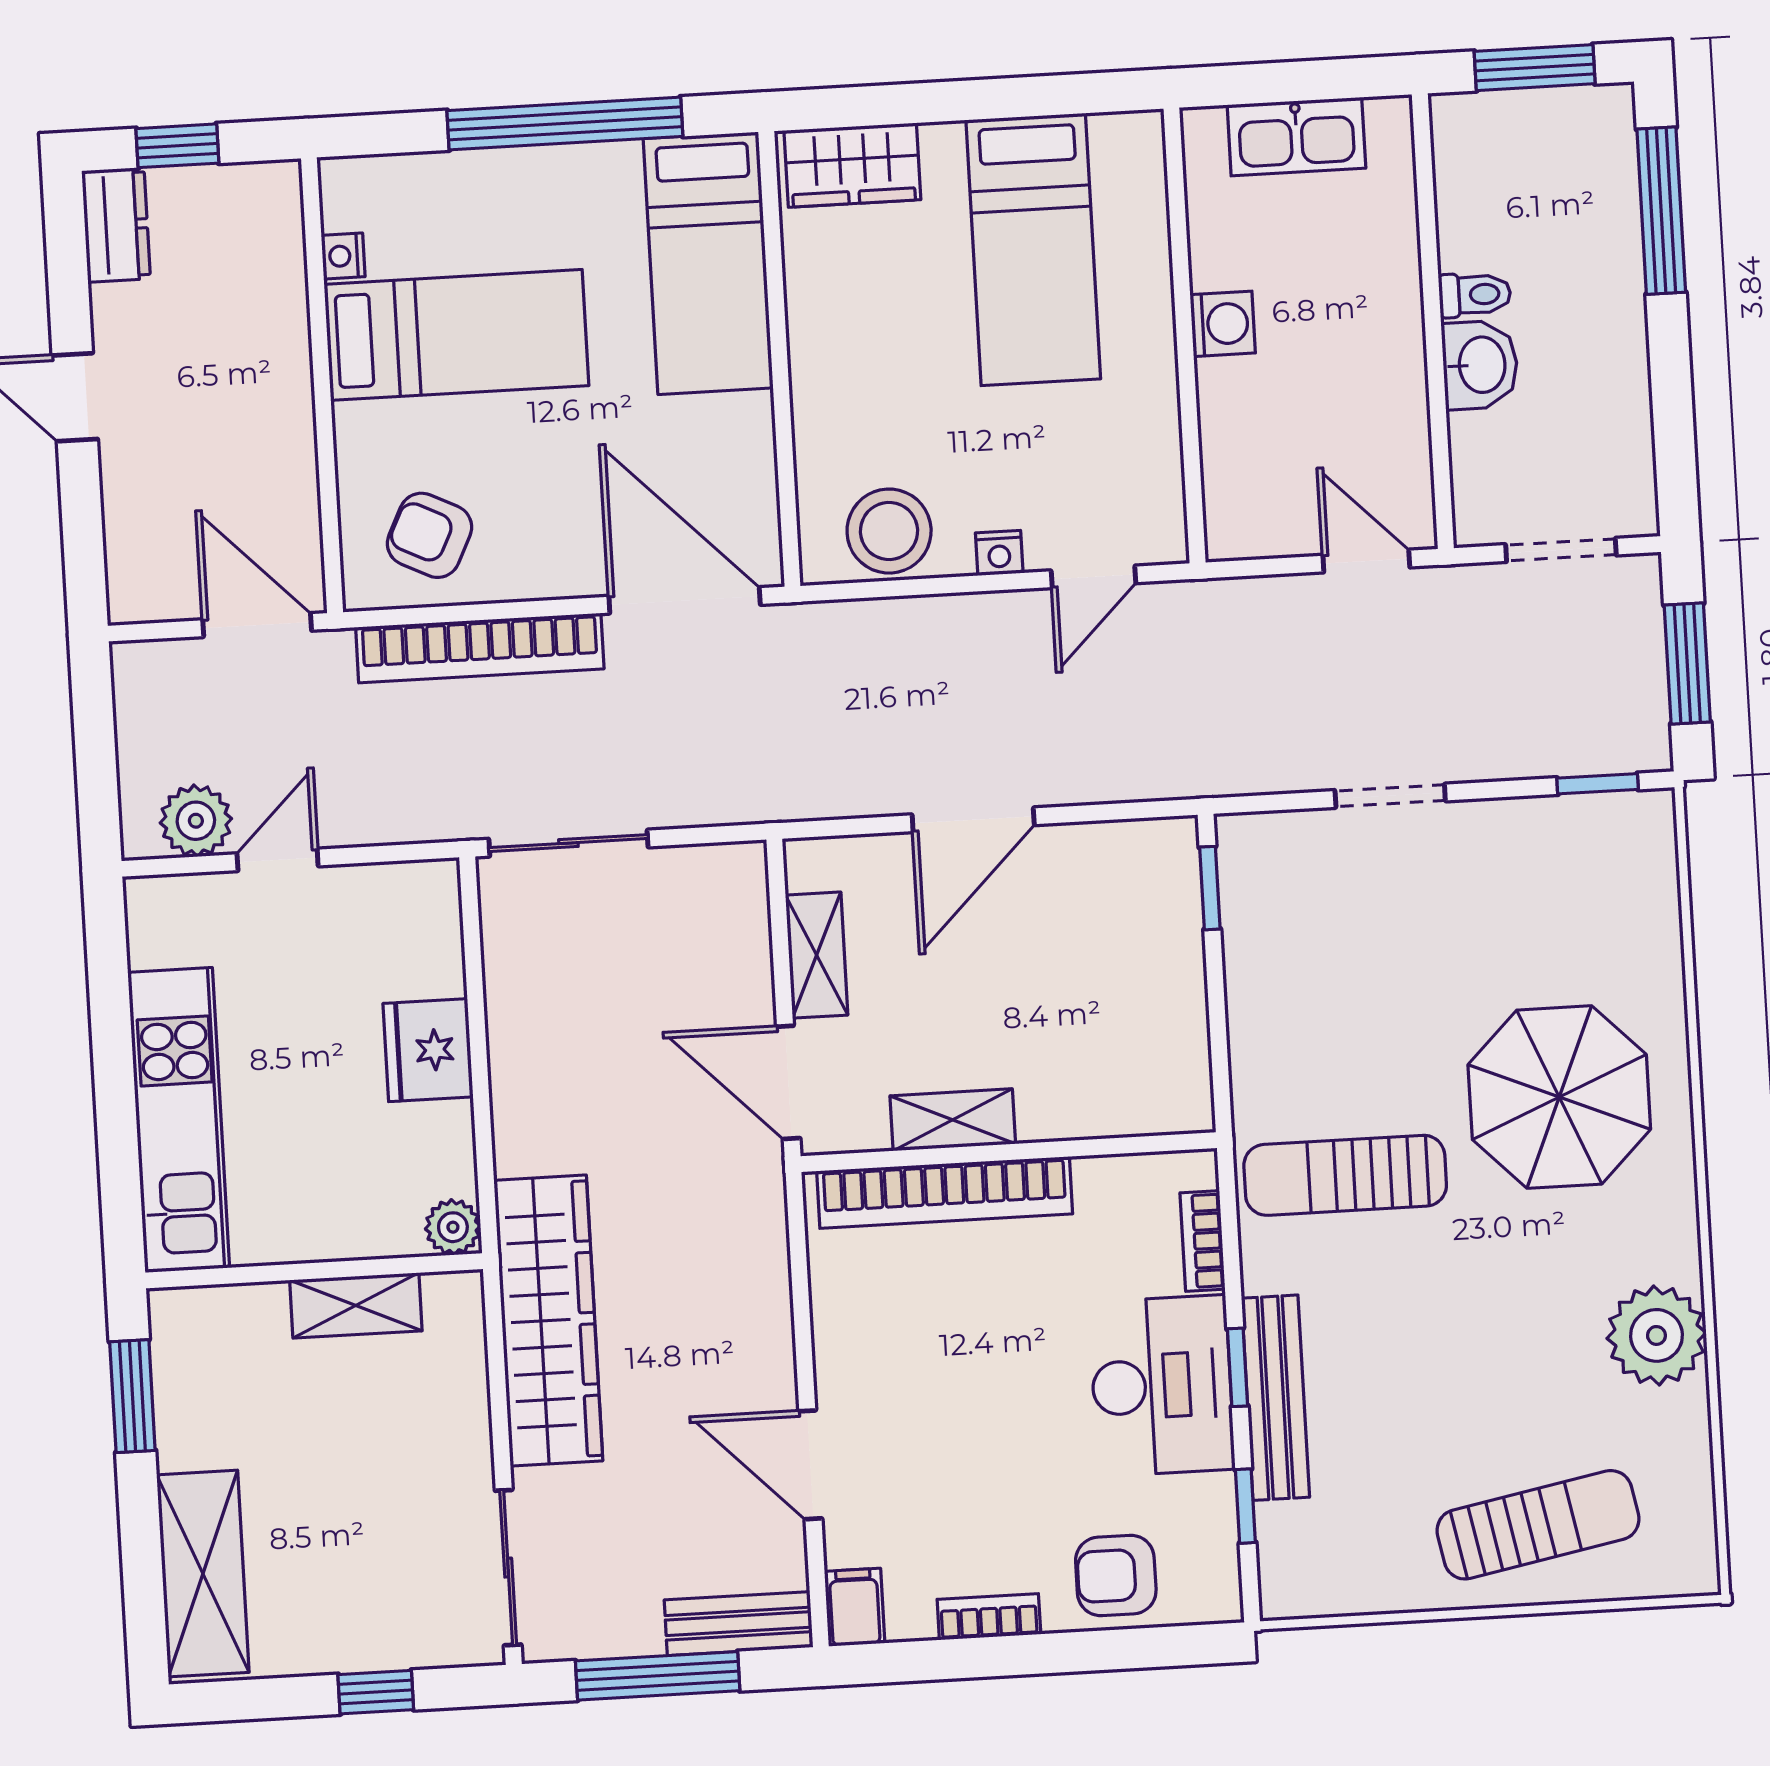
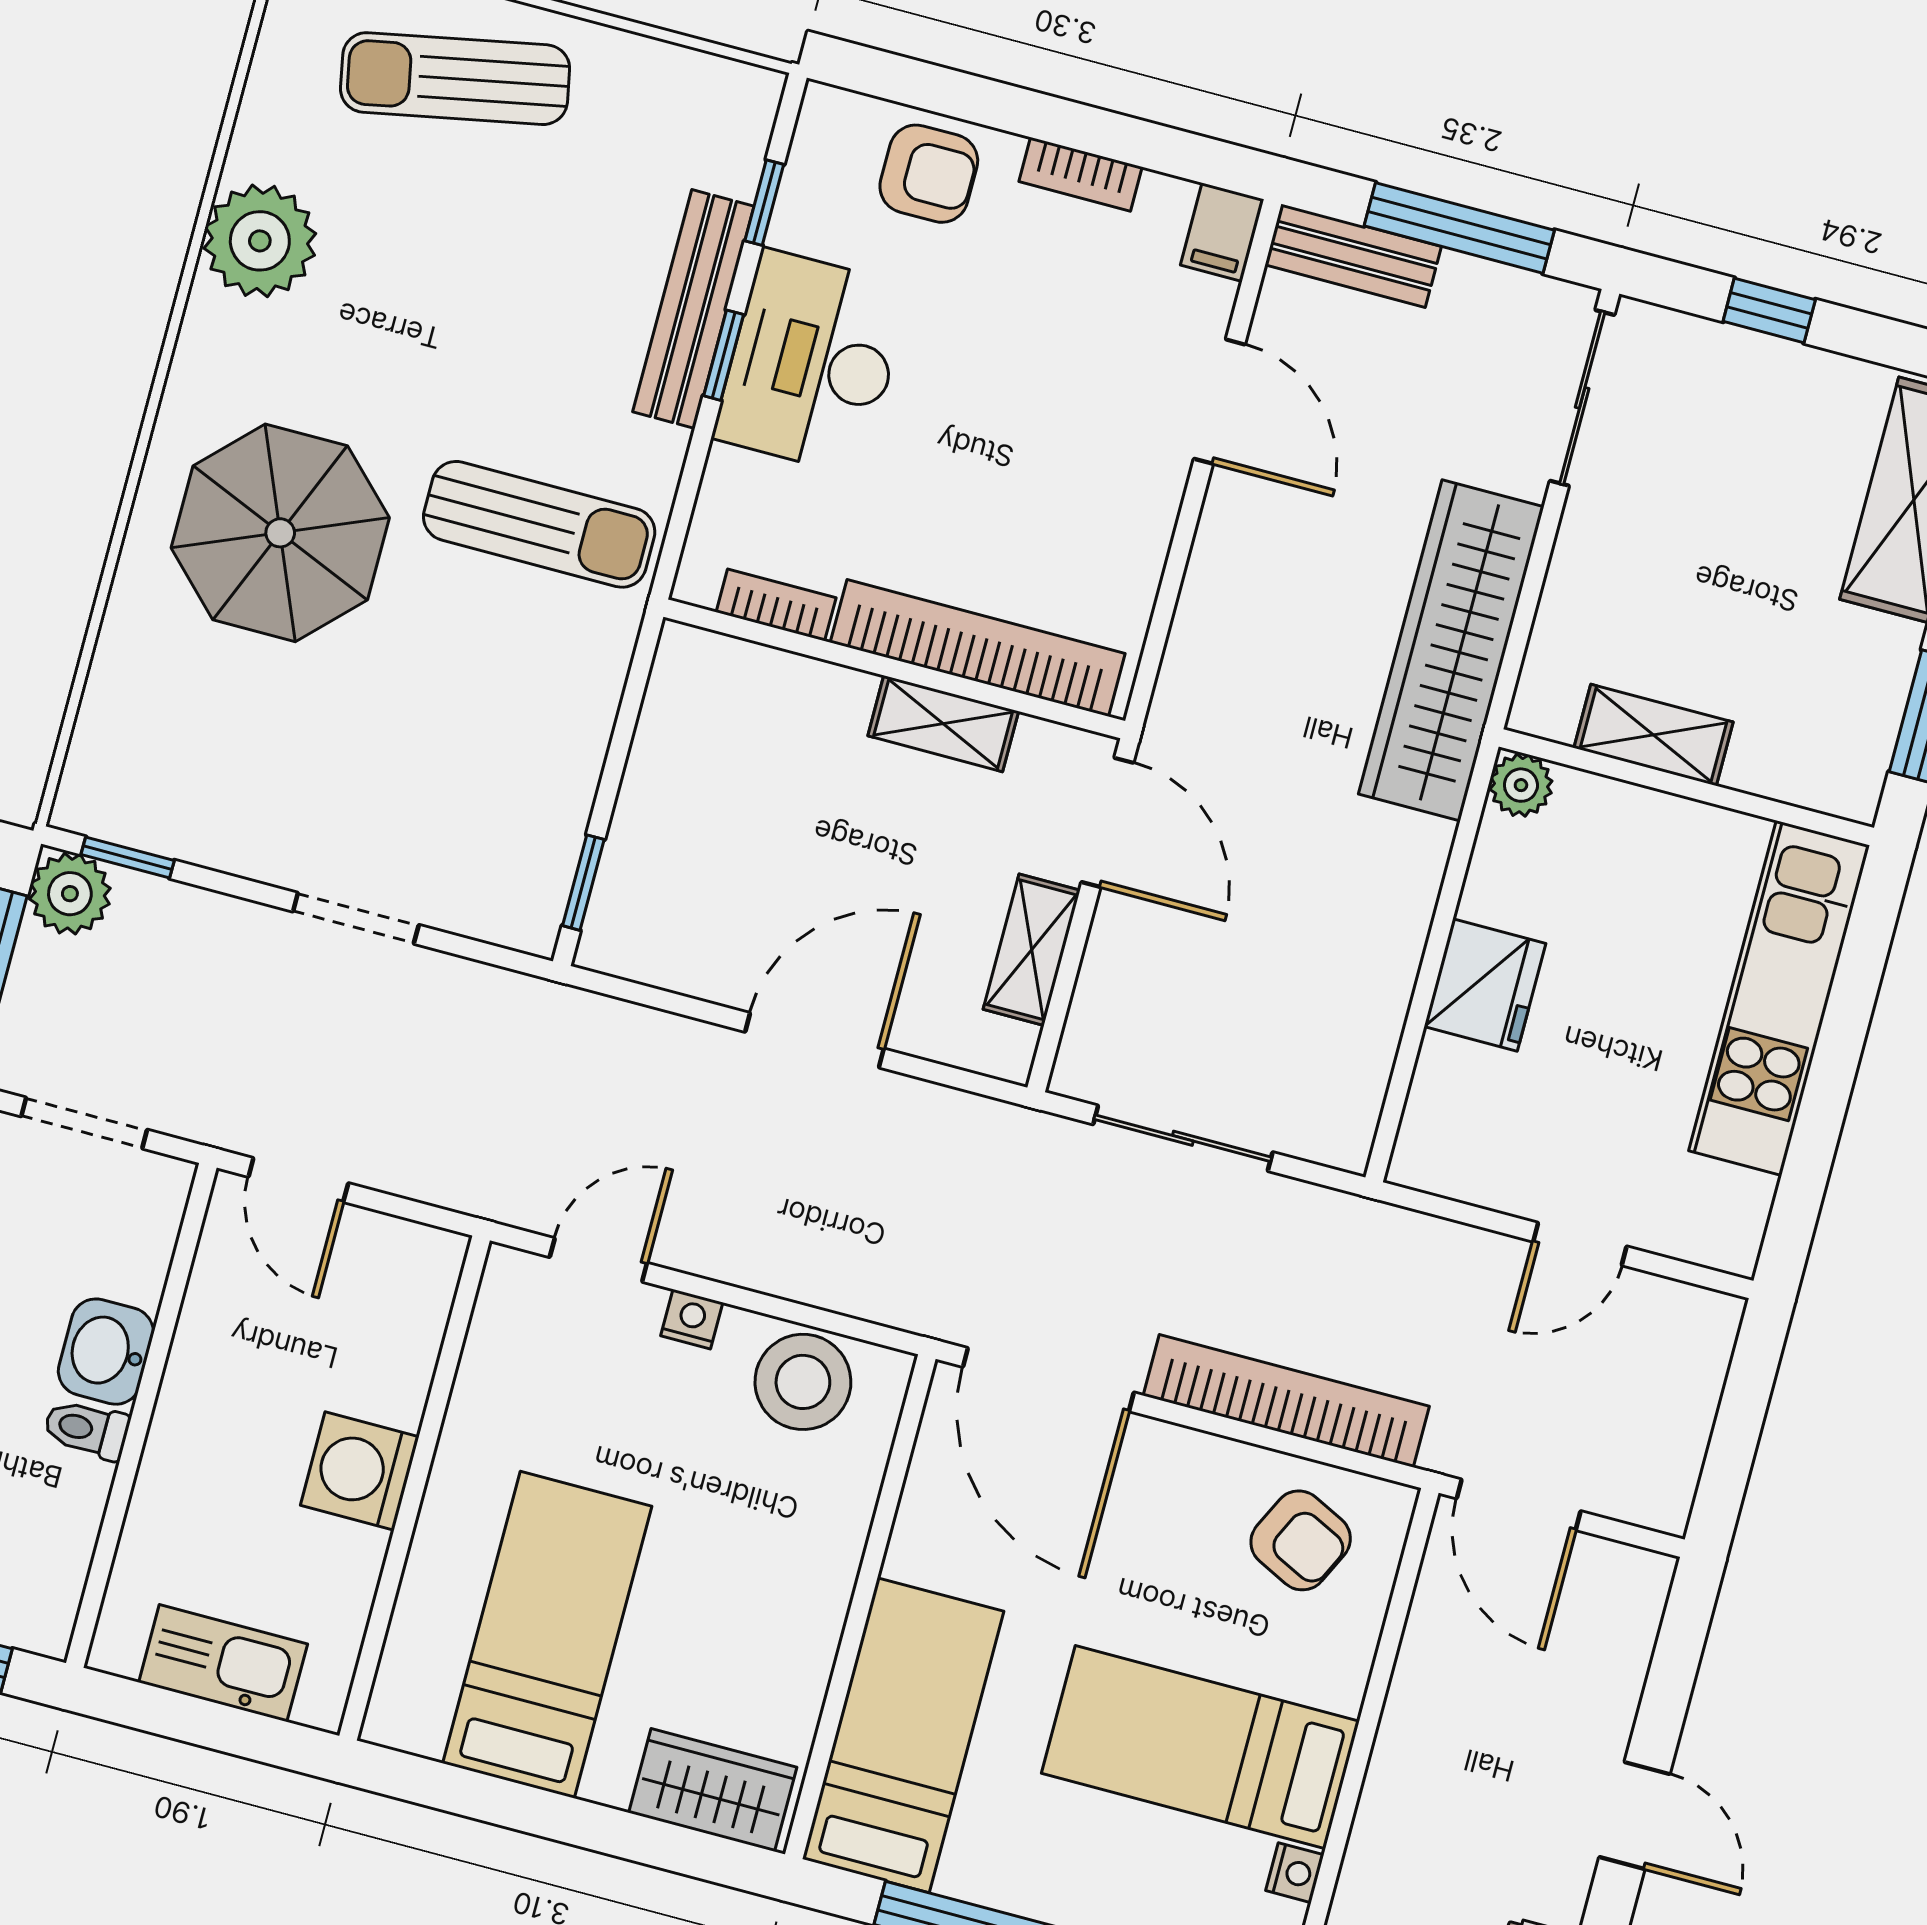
washing machine: (1223, 324) -> (360, 1471), width x1.38, depth x1.38
plant: (196, 821) -> (70, 894), moved
sliding door: (568, 843) -> (1183, 1138), moved
bookcase: (1203, 1241) -> (776, 605), moved, turned -90

